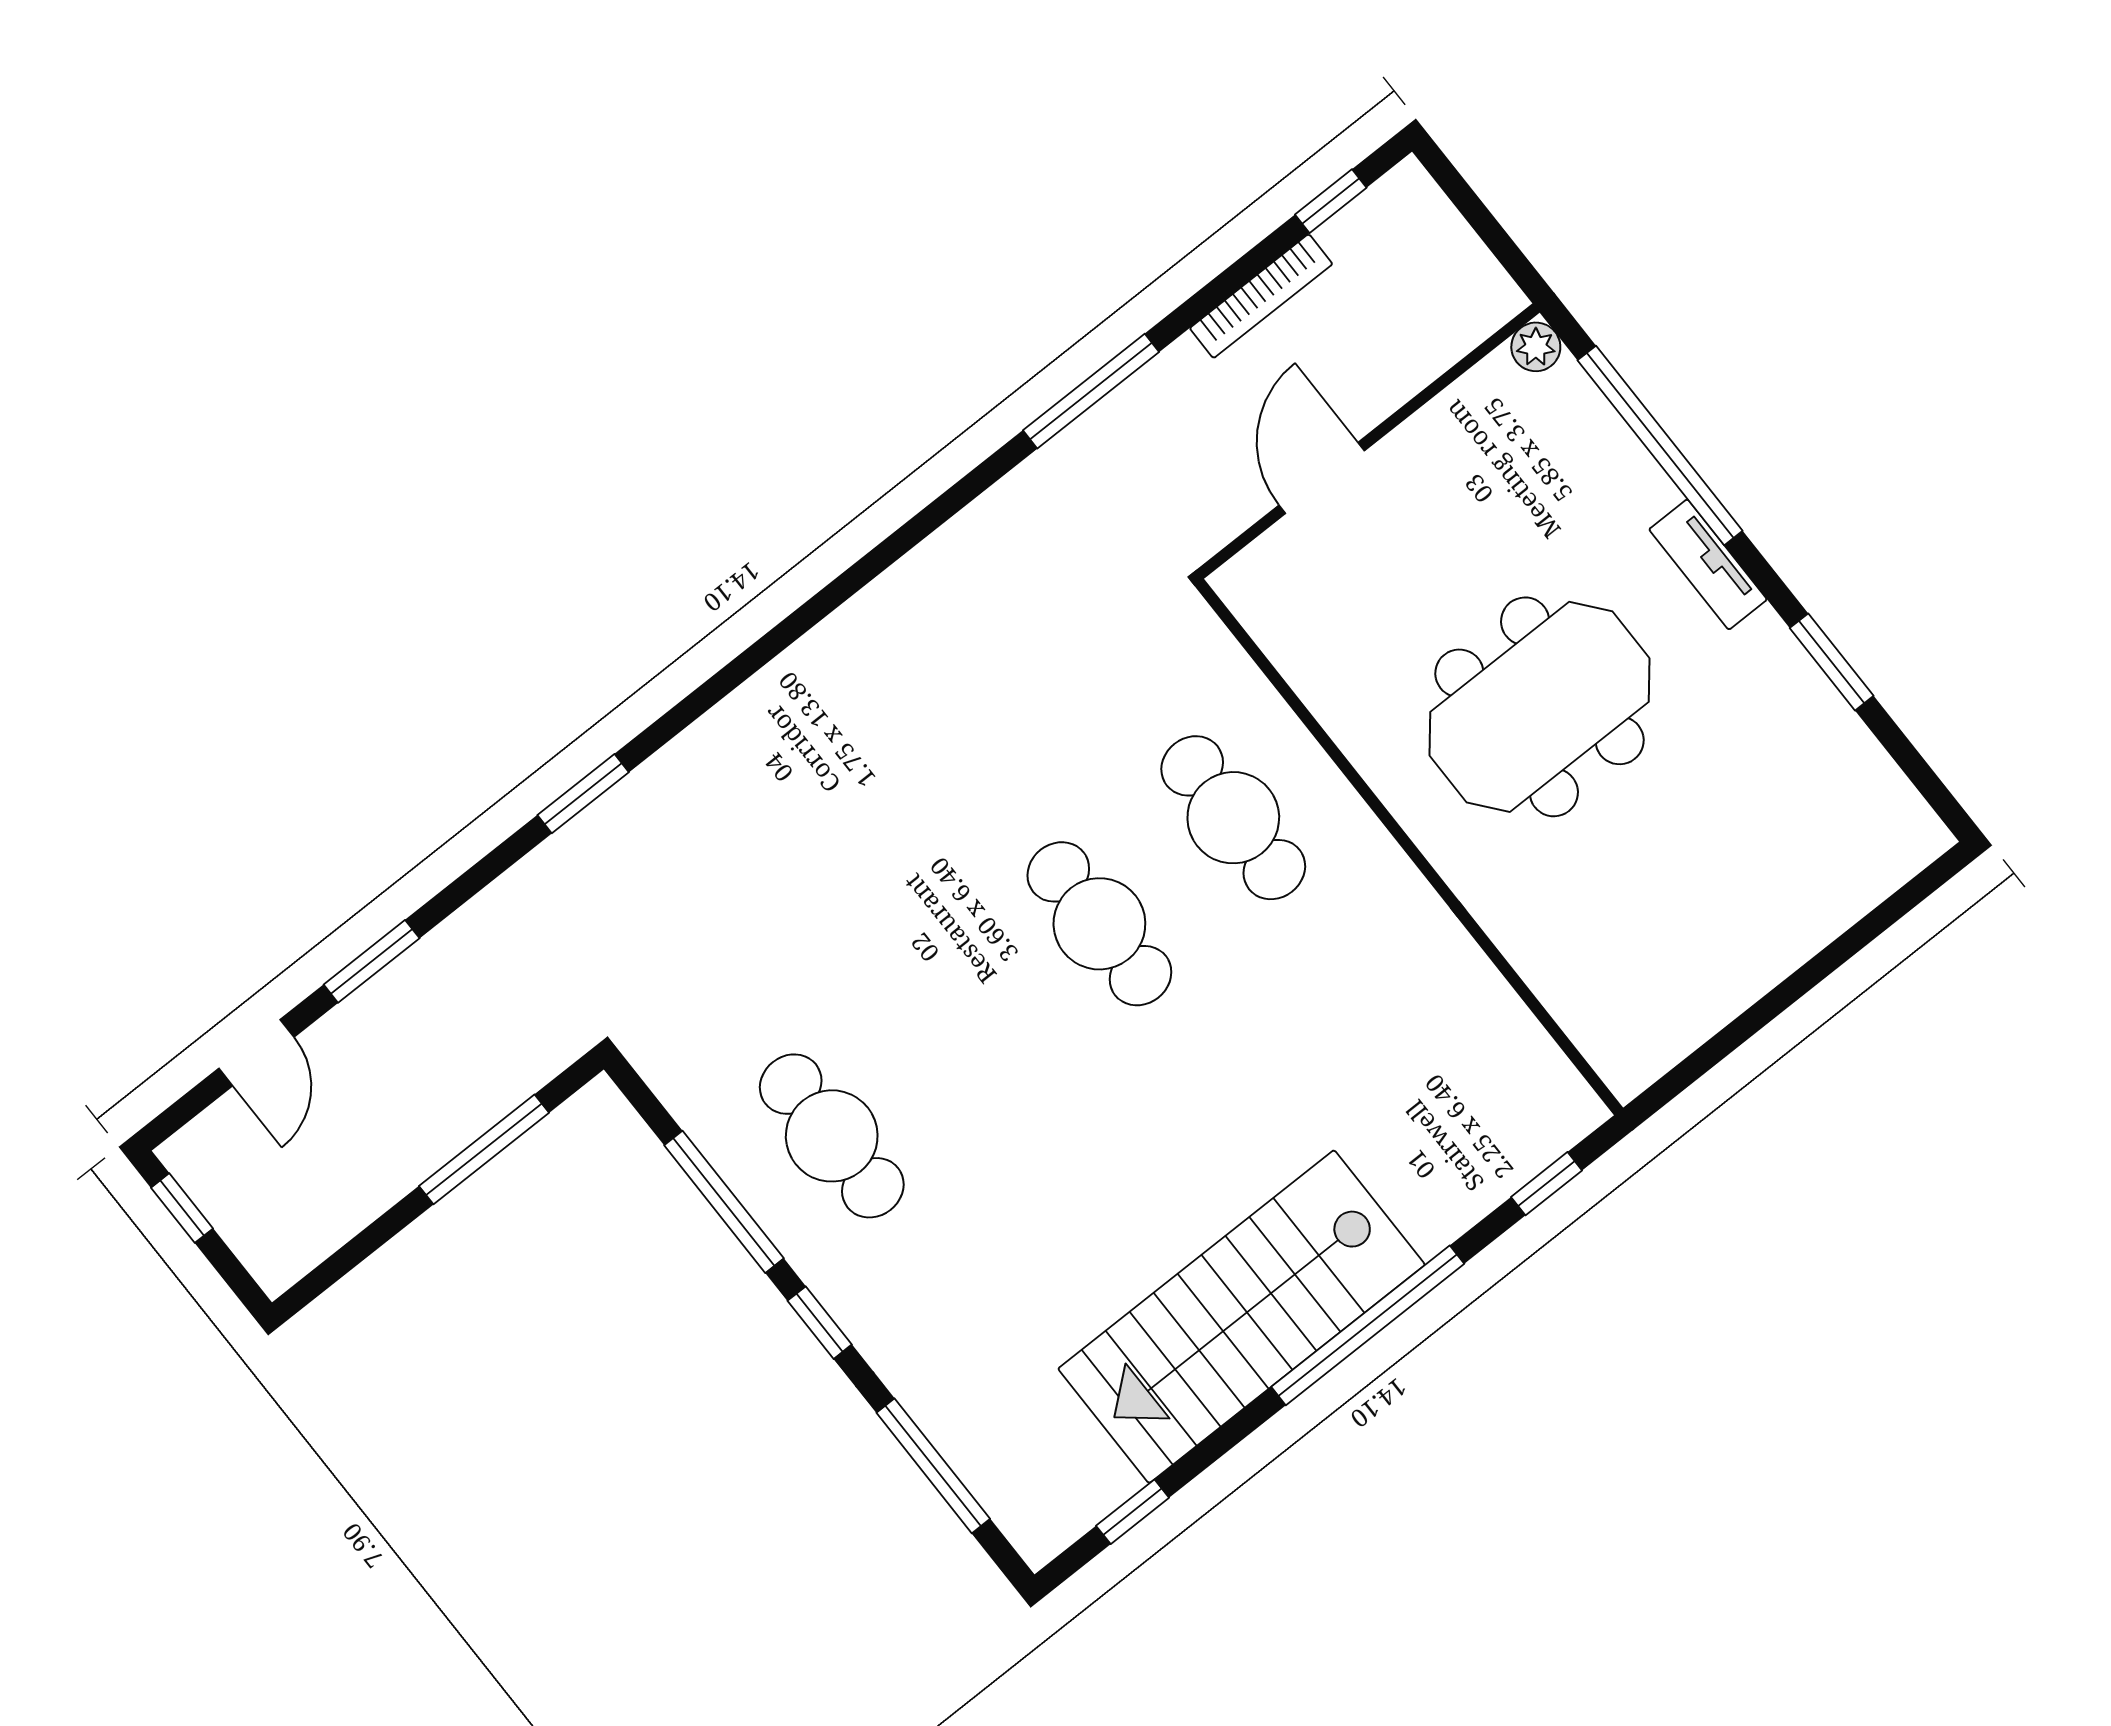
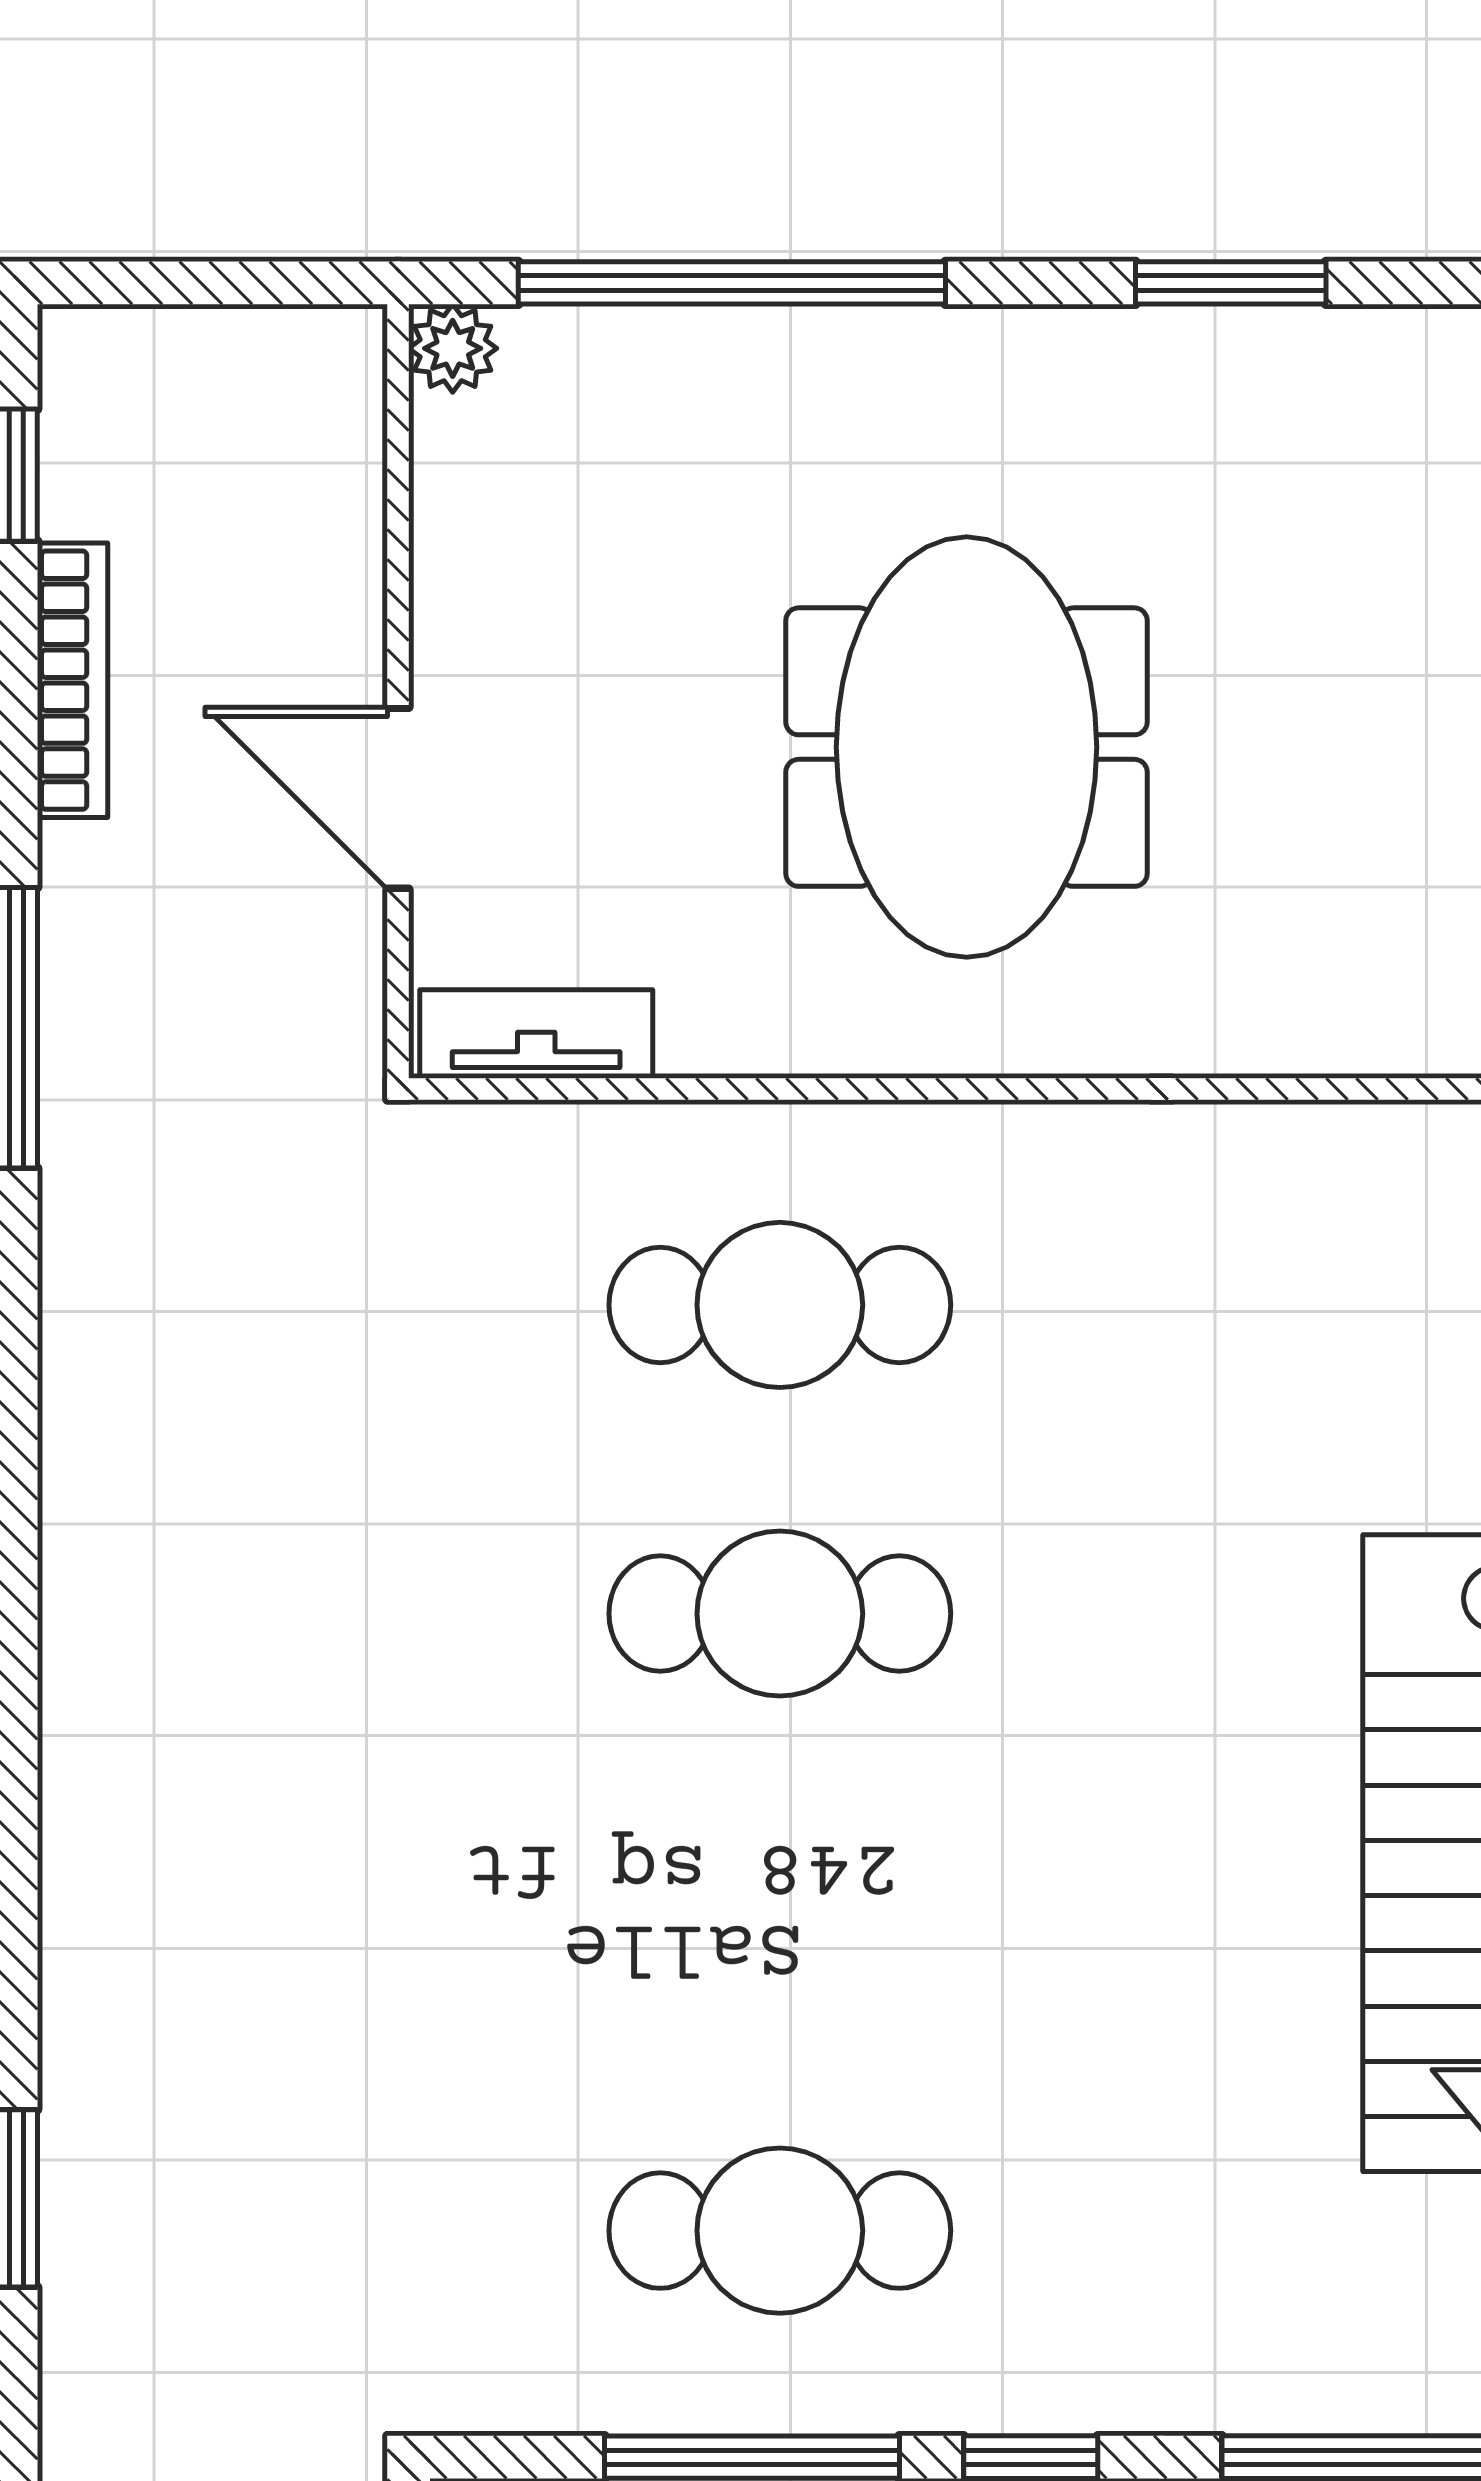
tv unit: (1708, 564) -> (536, 1034), moved, turned 180

